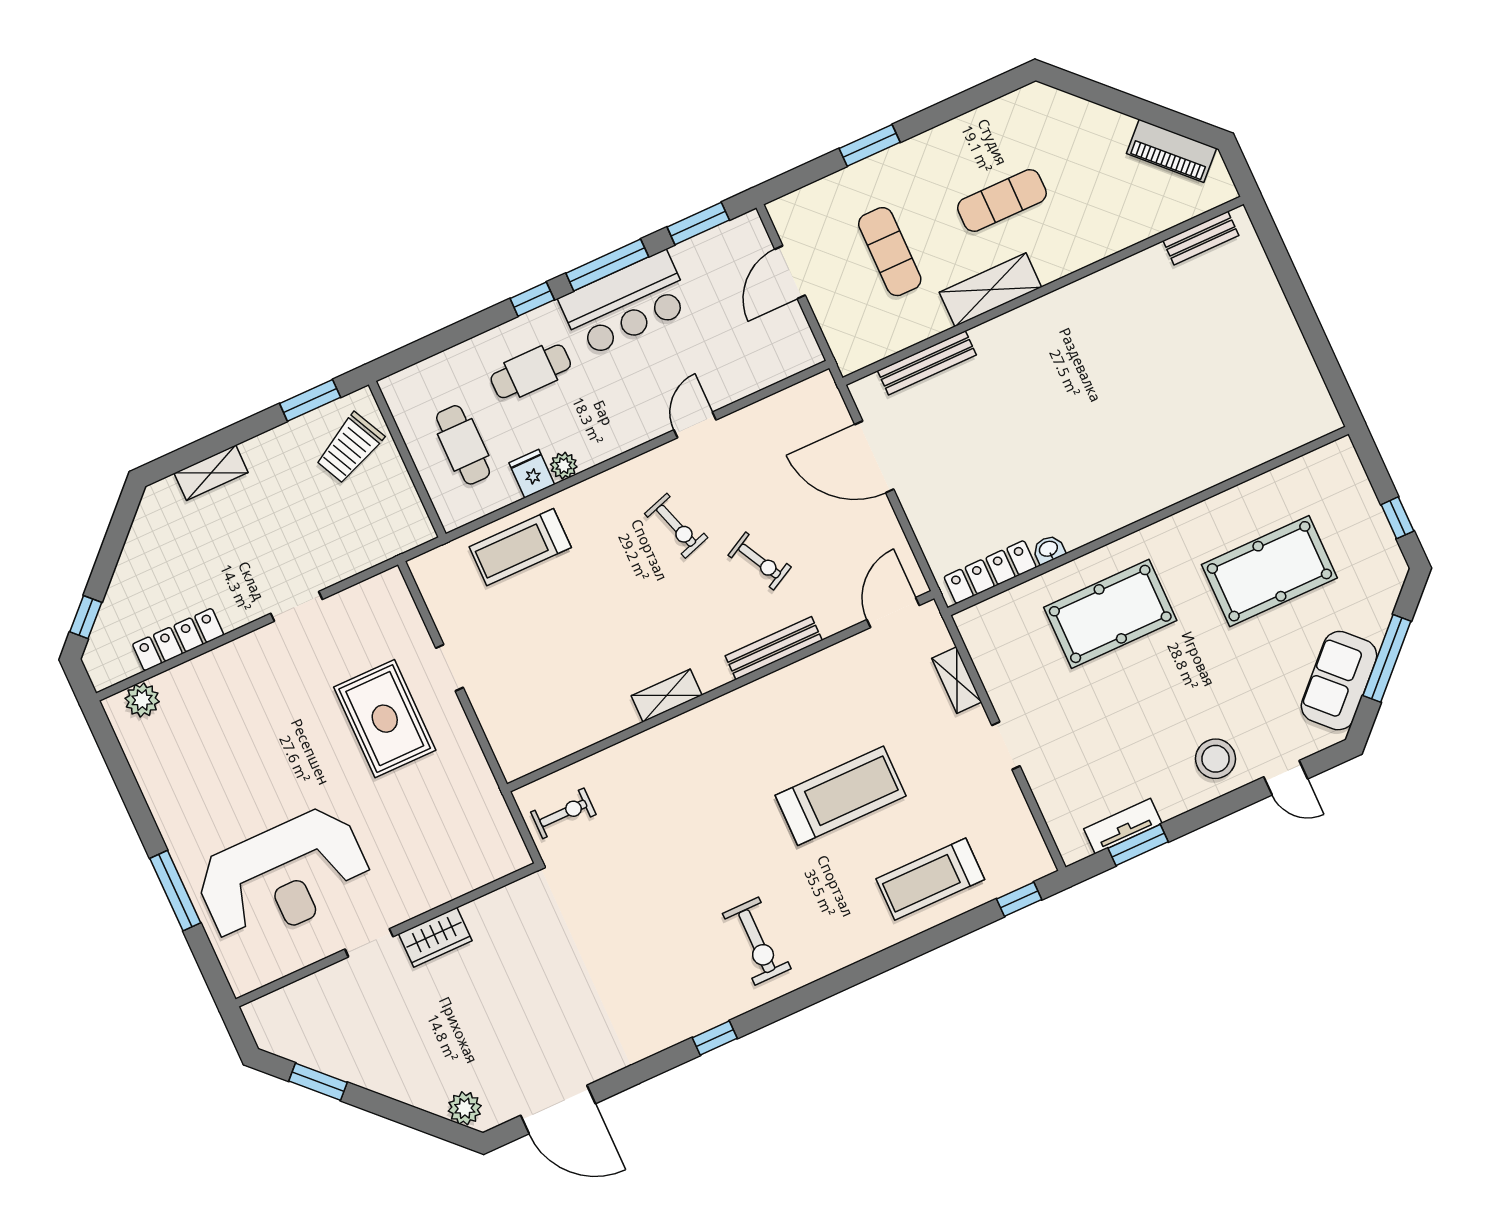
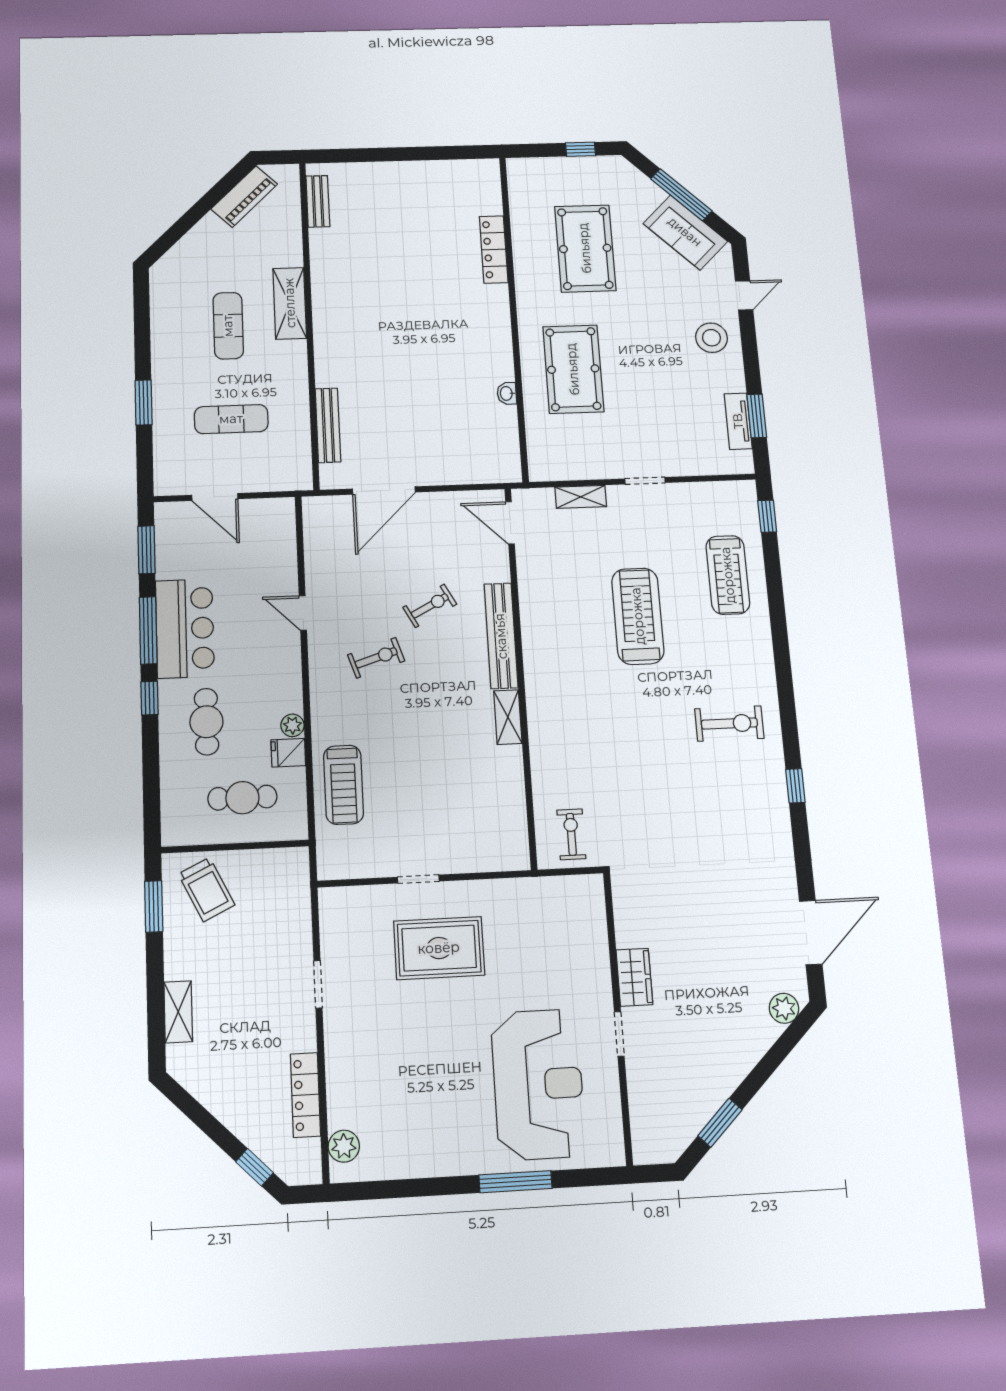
shelving: (990, 290) -> (290, 303), moved
locker: (990, 572) -> (494, 249), moved
bench: (774, 648) -> (501, 636), width x1.37, depth x1.21

